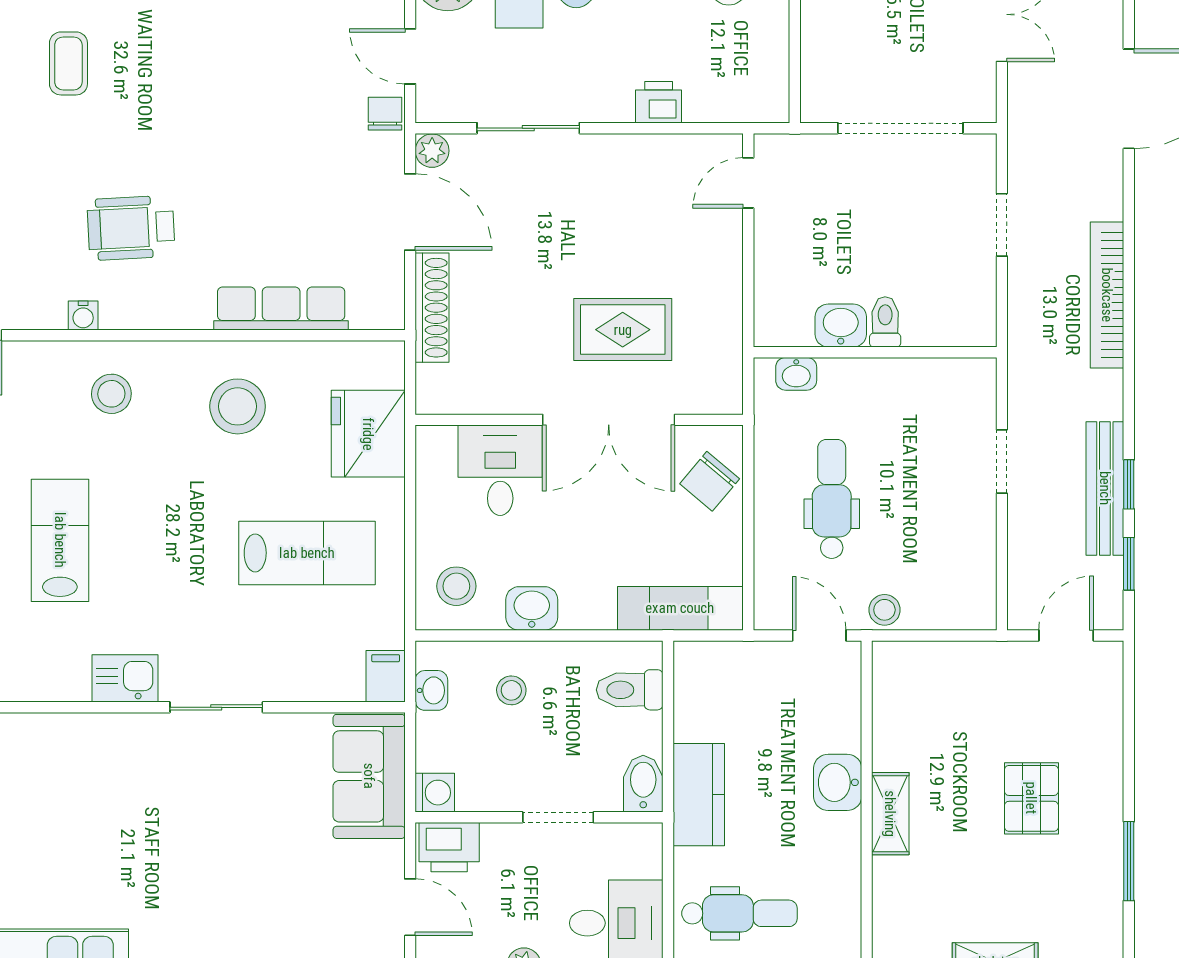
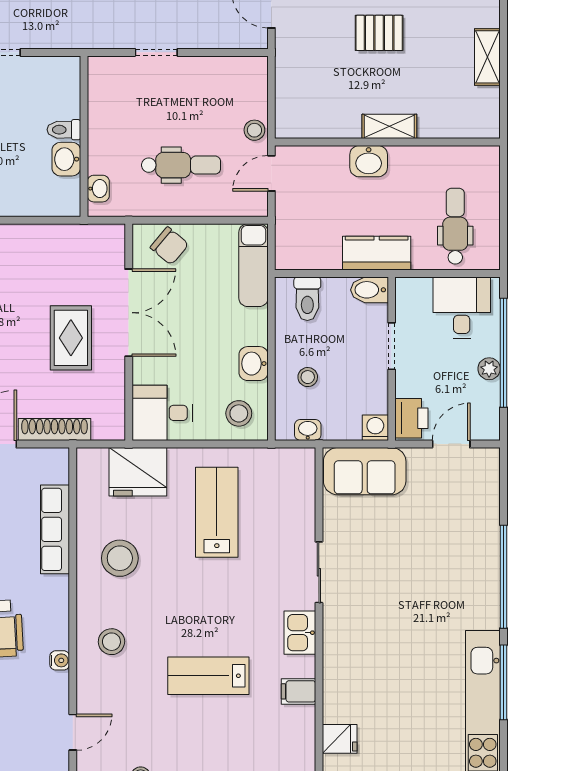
rug: (623, 330) -> (71, 338), moved
desk: (500, 470) -> (162, 413), moved
dental chair: (832, 499) -> (181, 165), turned 180
filing cabinet: (386, 676) -> (298, 691), moved

